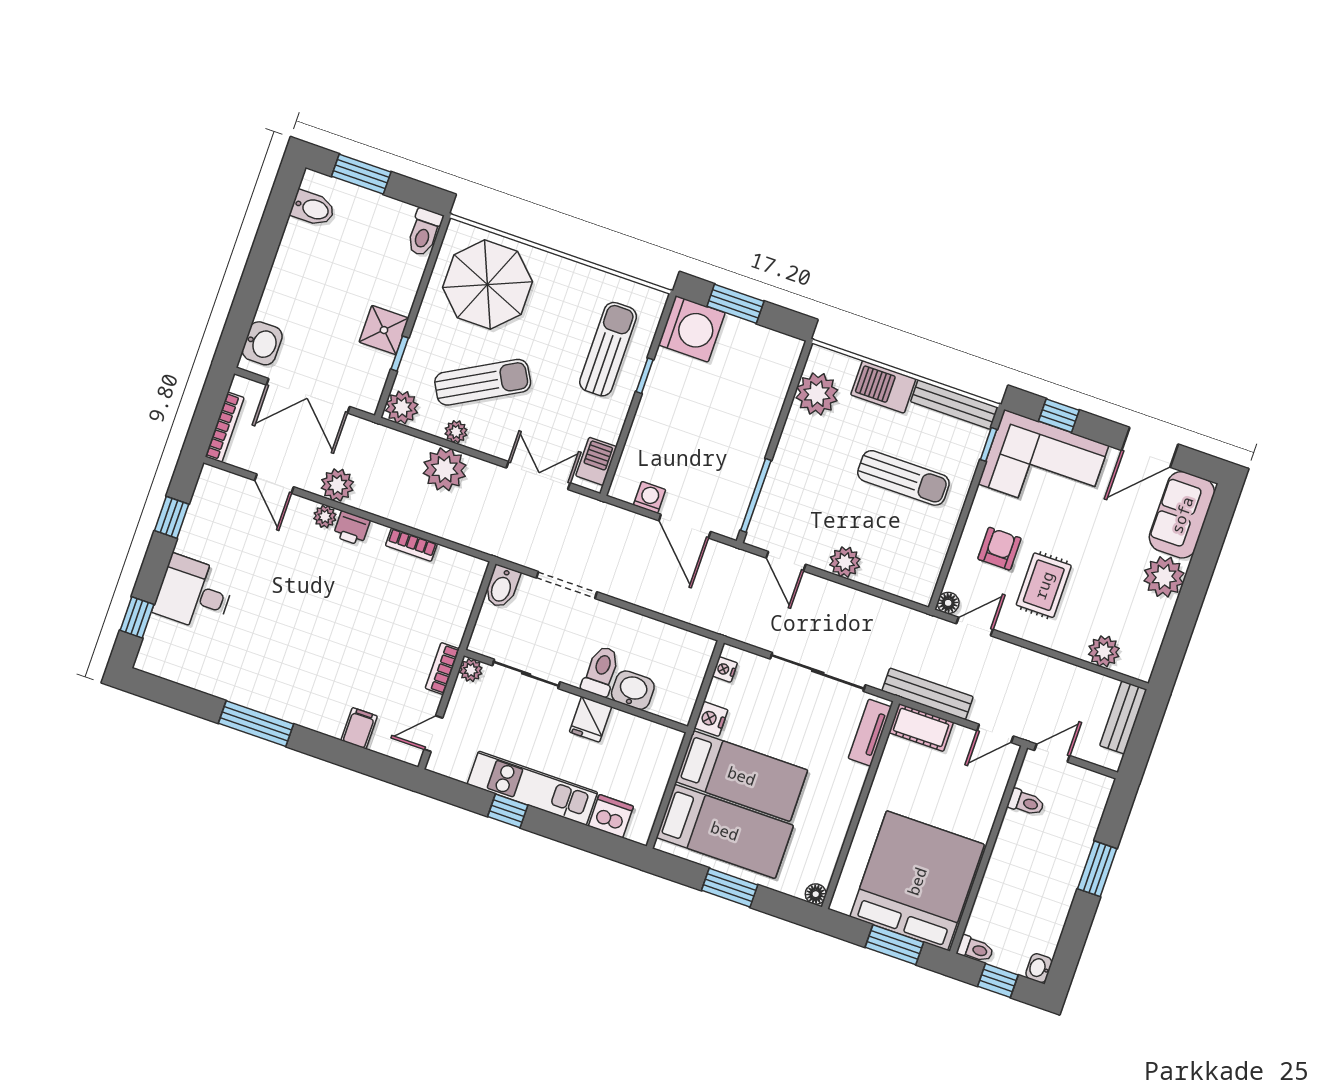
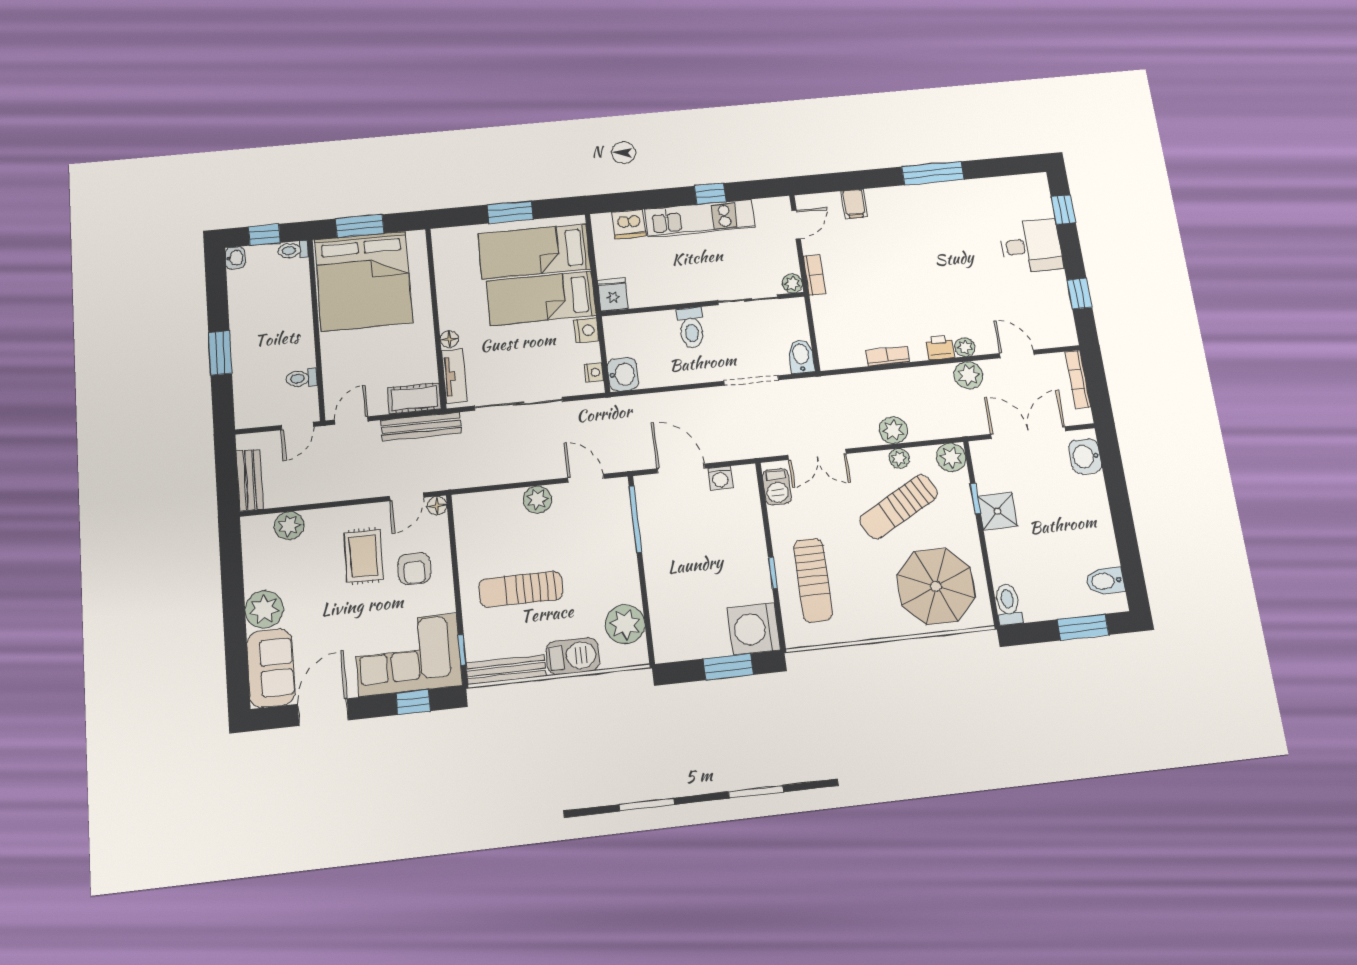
plant: (445, 469) -> (893, 430), width x0.73, depth x0.73
washbasin: (633, 690) -> (623, 374), moved, turned -90
fridge: (590, 719) -> (613, 295), moved
floor lamp: (816, 894) -> (449, 339), moved

